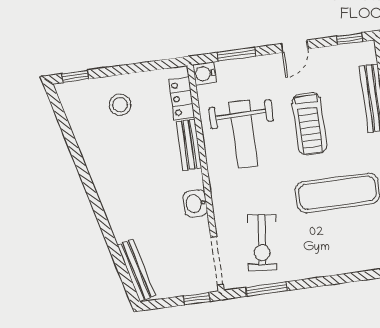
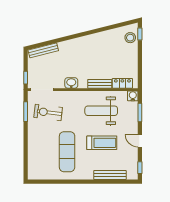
stool: (120, 105) -> (130, 38), moved
treadmill: (309, 124) -> (102, 143), turned 180

